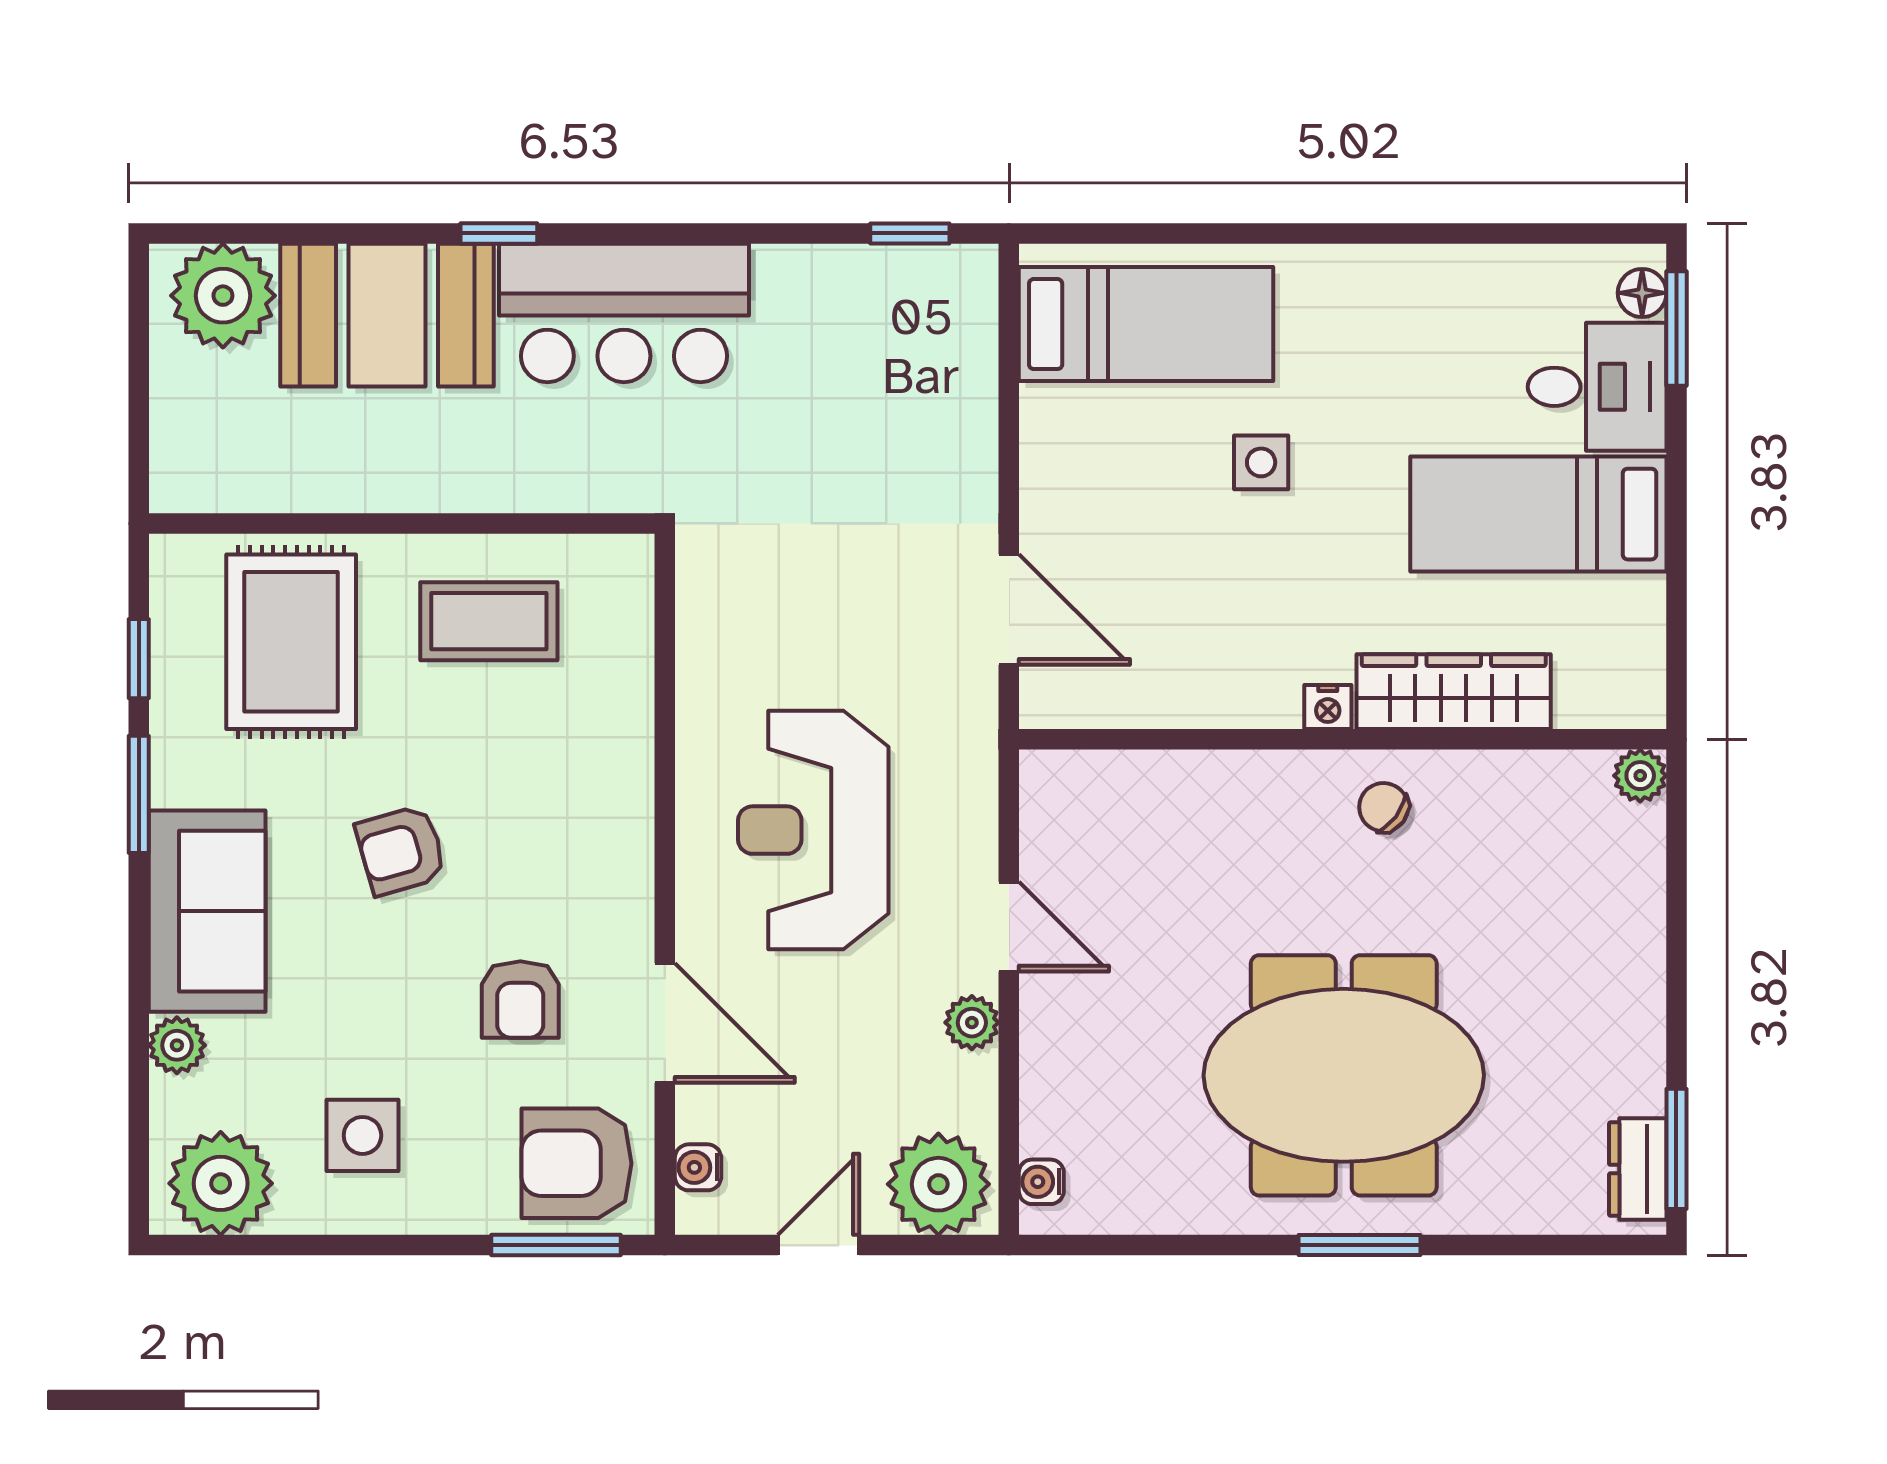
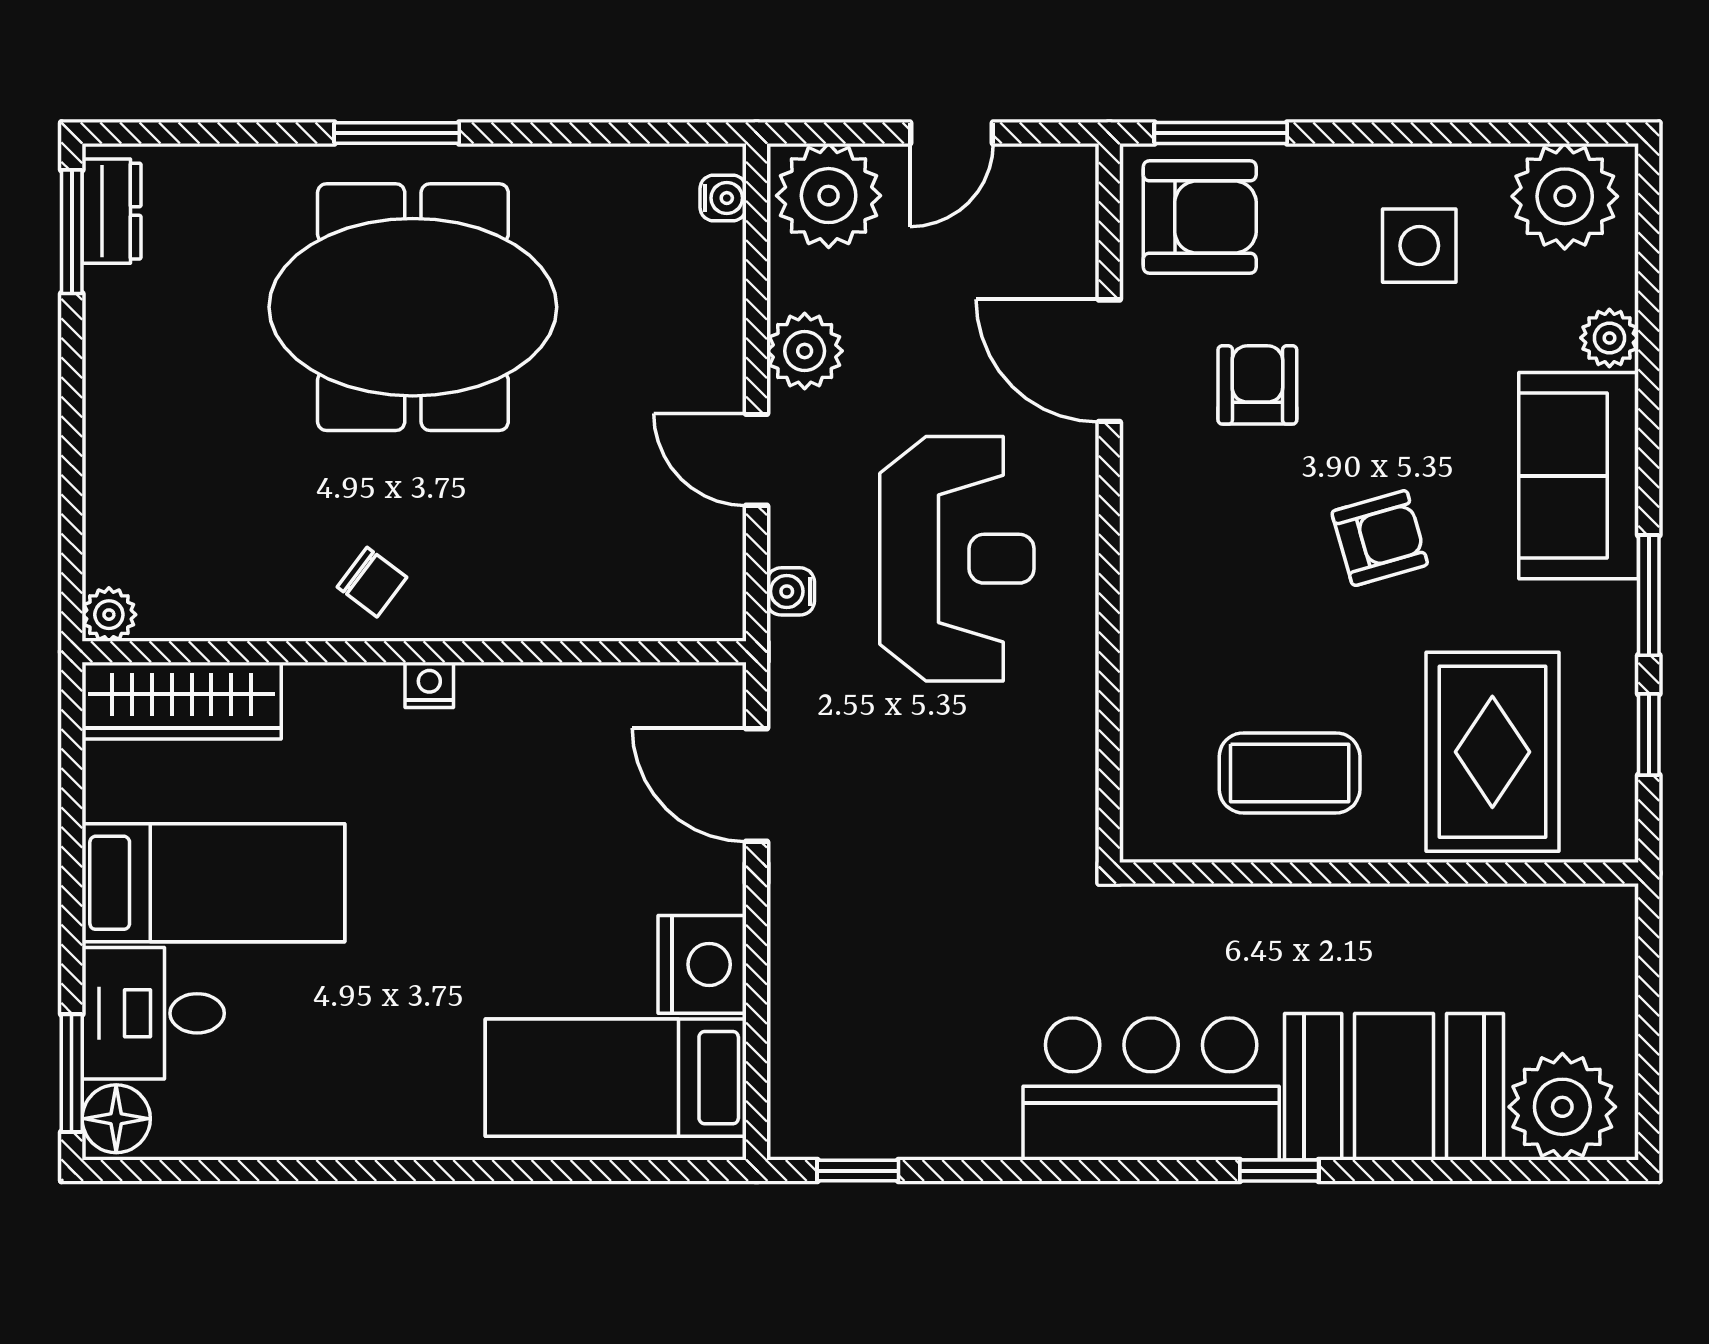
floor lamp: (1642, 293) -> (116, 1119), width x1.37, depth x1.37
nightstand: (1062, 434) -> (702, 964), added
side table: (1261, 462) -> (498, 936), removed
wardrobe: (1454, 692) -> (182, 701), moved
plant: (972, 1023) -> (805, 351), width x1.38, depth x1.38
water cooler: (698, 1167) -> (791, 591), moved, turned 180

